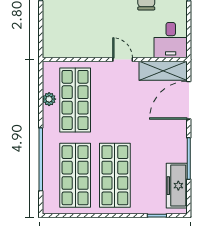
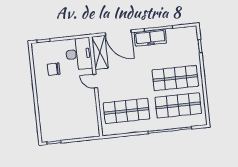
desk: (171, 40) -> (79, 54), width x1.37
door: (123, 60) -> (95, 81), hinge flipped
plant: (49, 99) -> (128, 129), removed
freezer: (177, 186) -> (150, 38), moved

